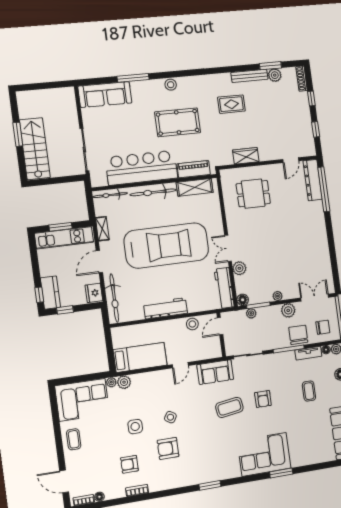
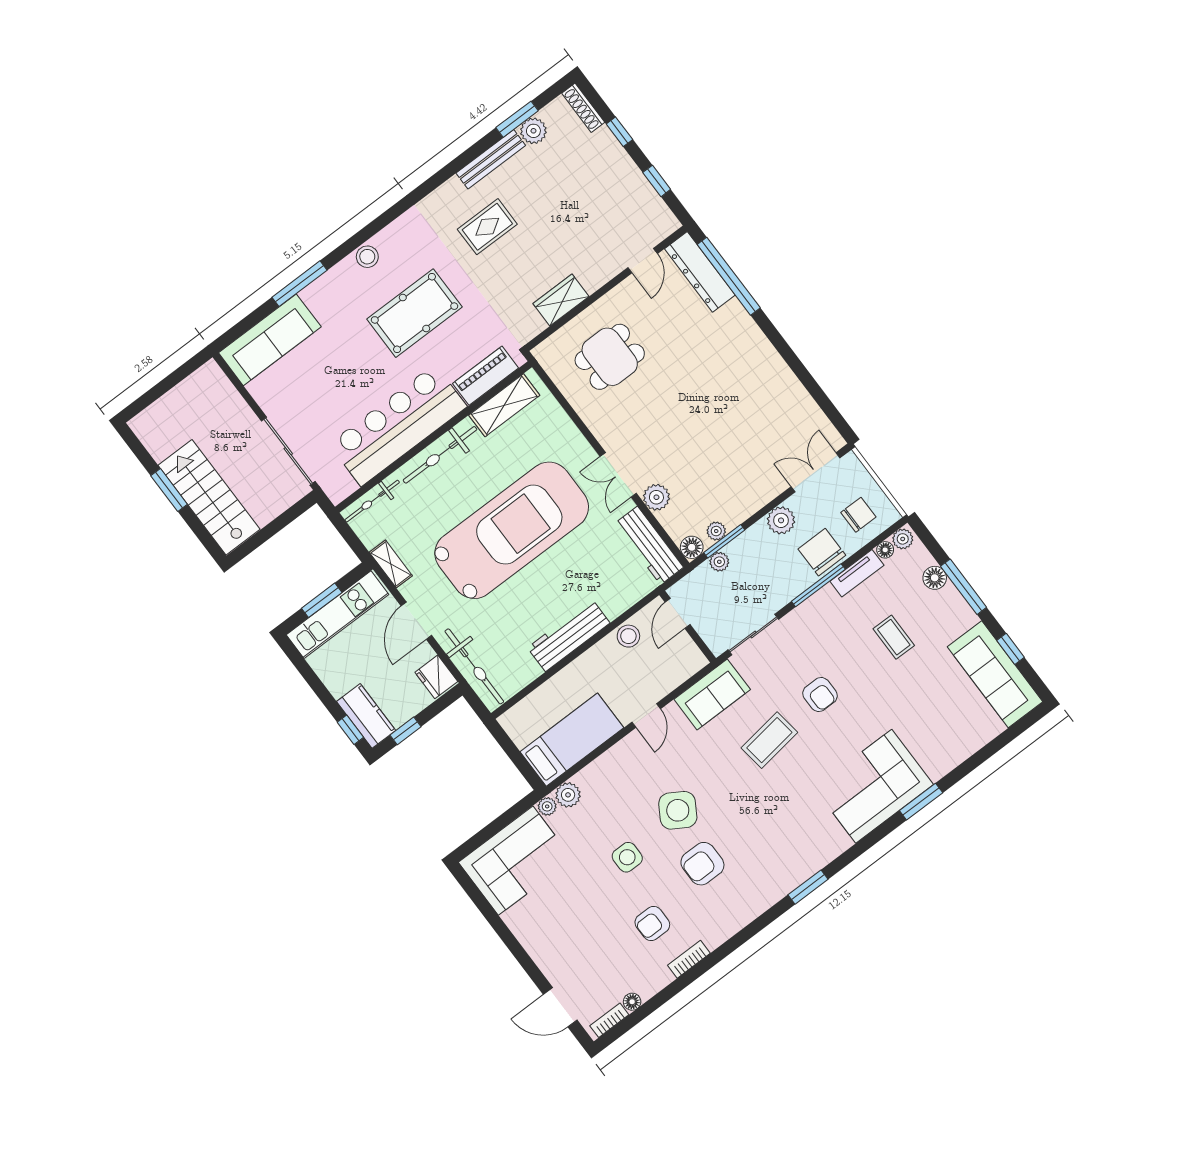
plant: (278, 296) -> (716, 531), moved
side table: (170, 417) -> (678, 810), width x1.87, depth x1.87
coffee table: (74, 439) -> (538, 932), removed

